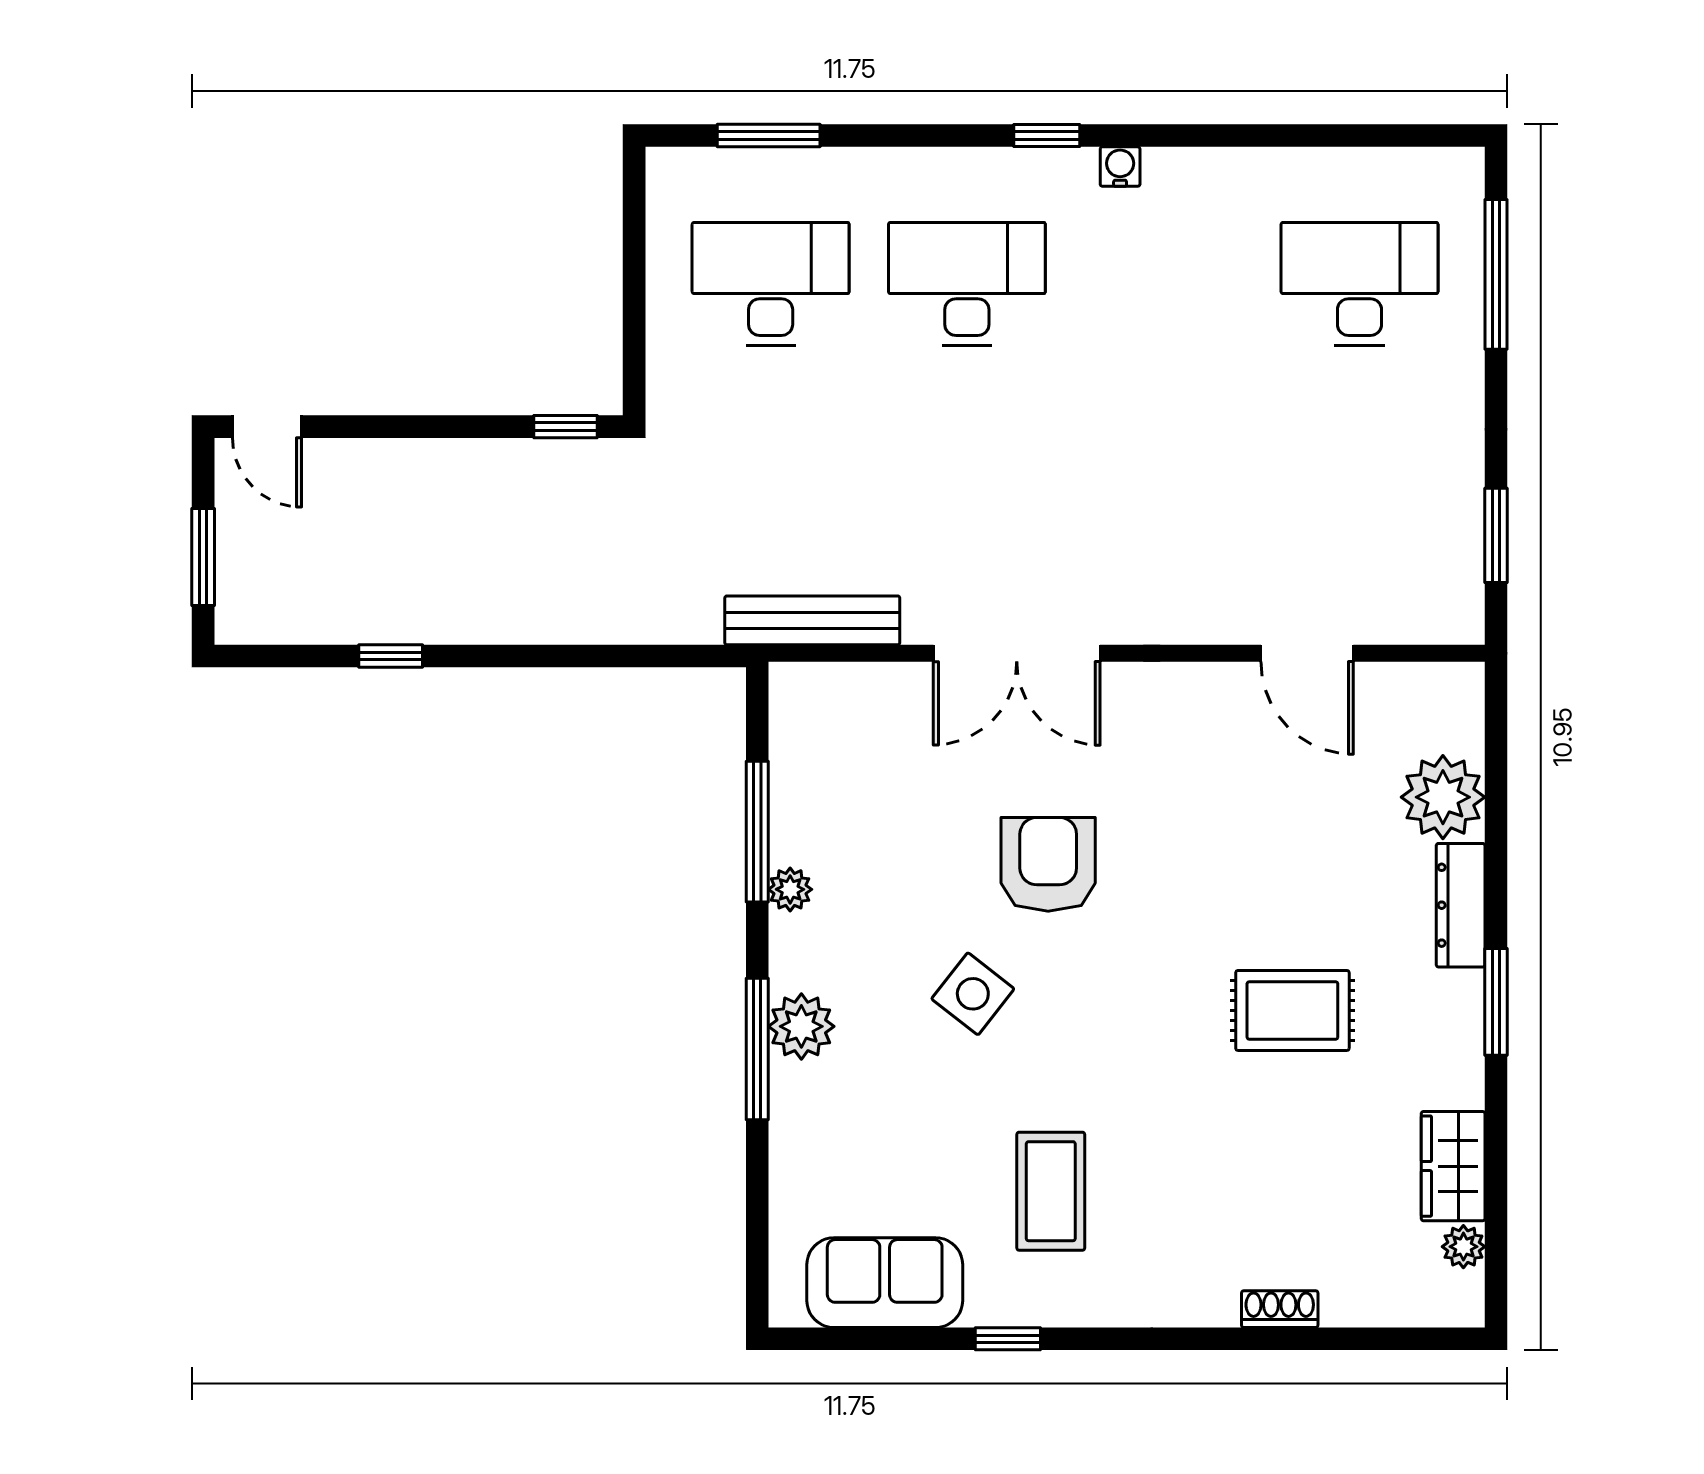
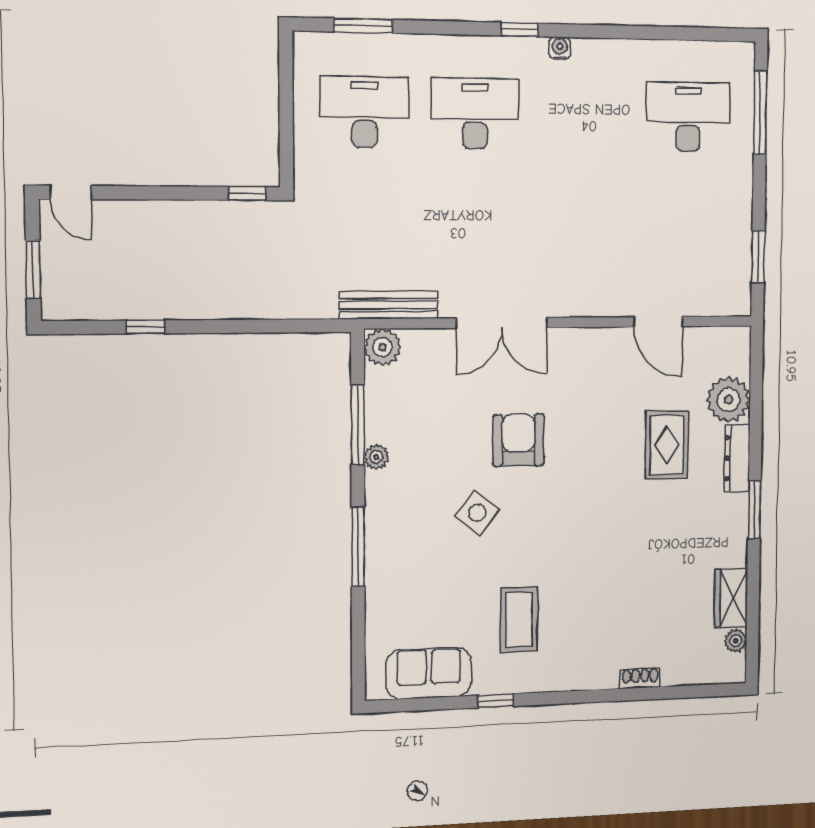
rug: (1292, 1010) -> (667, 445), moved, turned 90
plant: (801, 1026) -> (382, 347), moved

